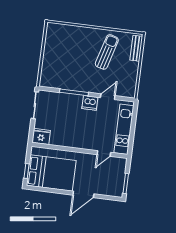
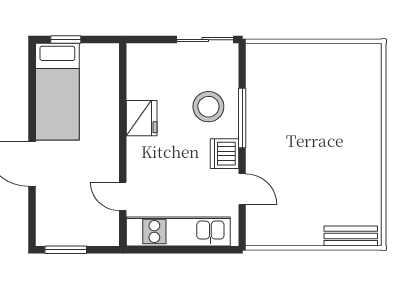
sun lounger: (107, 52) -> (335, 176), removed
stool: (67, 108) -> (208, 107), added
fridge: (41, 136) -> (142, 118), moved
bed: (51, 173) -> (57, 92), width x0.67

